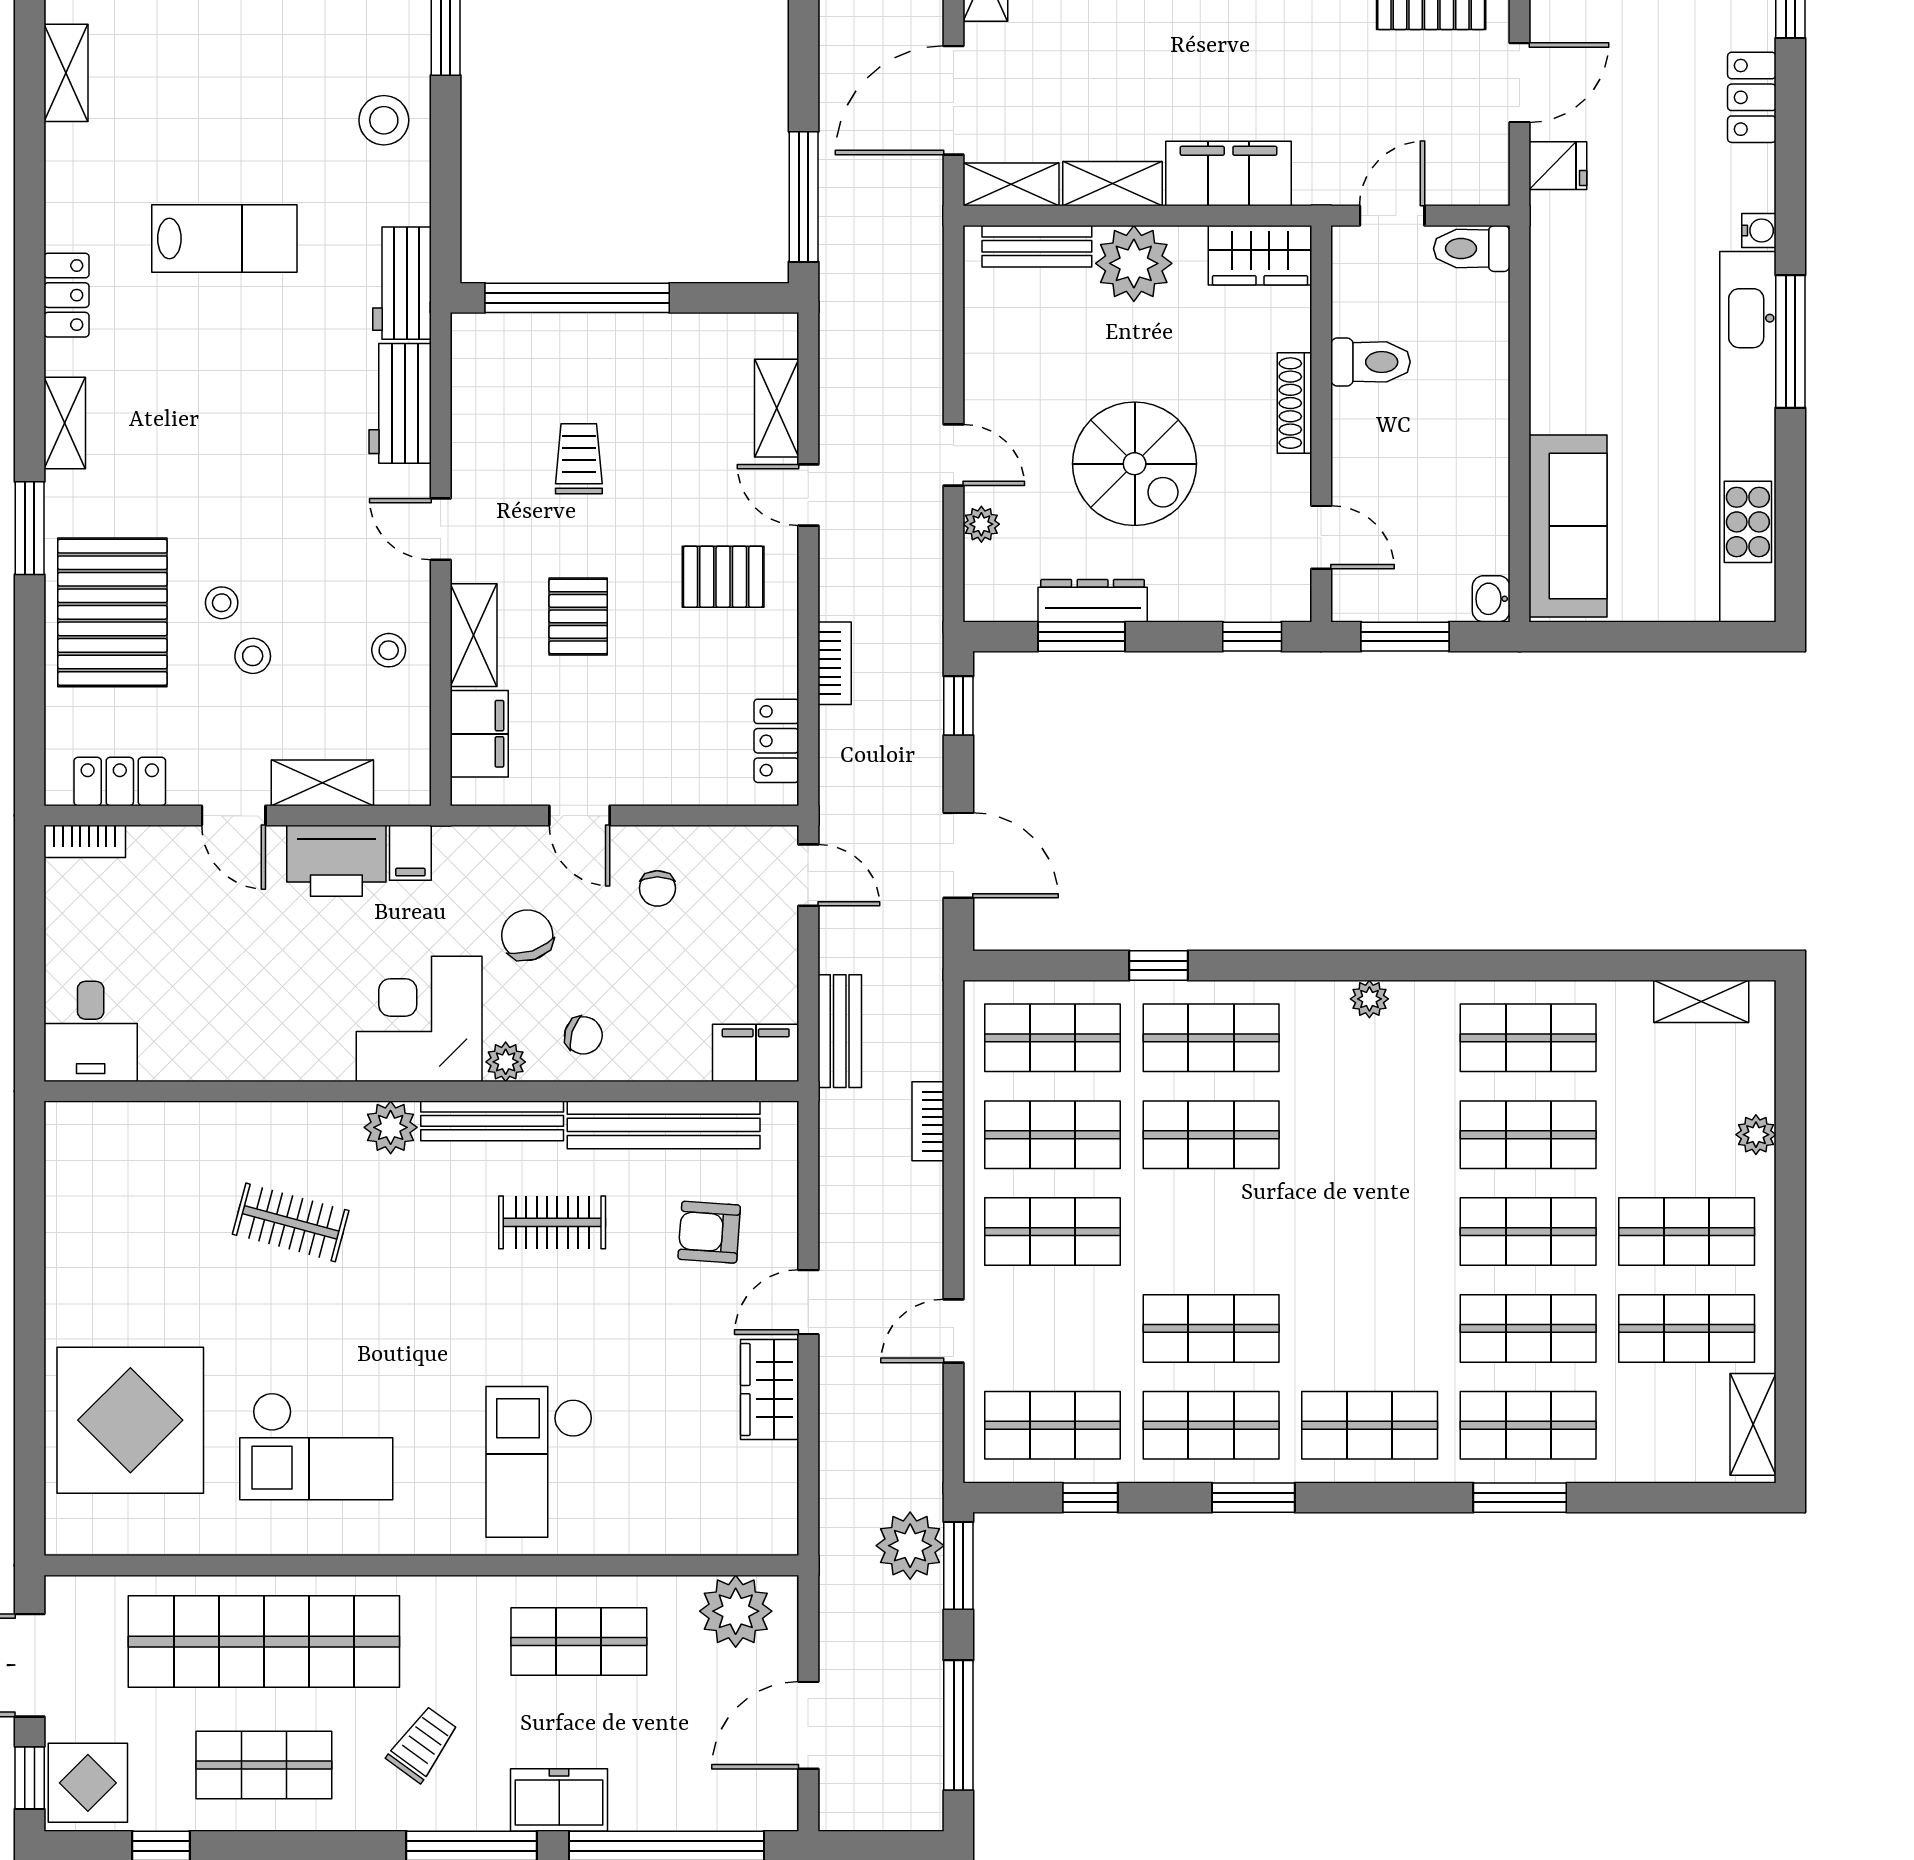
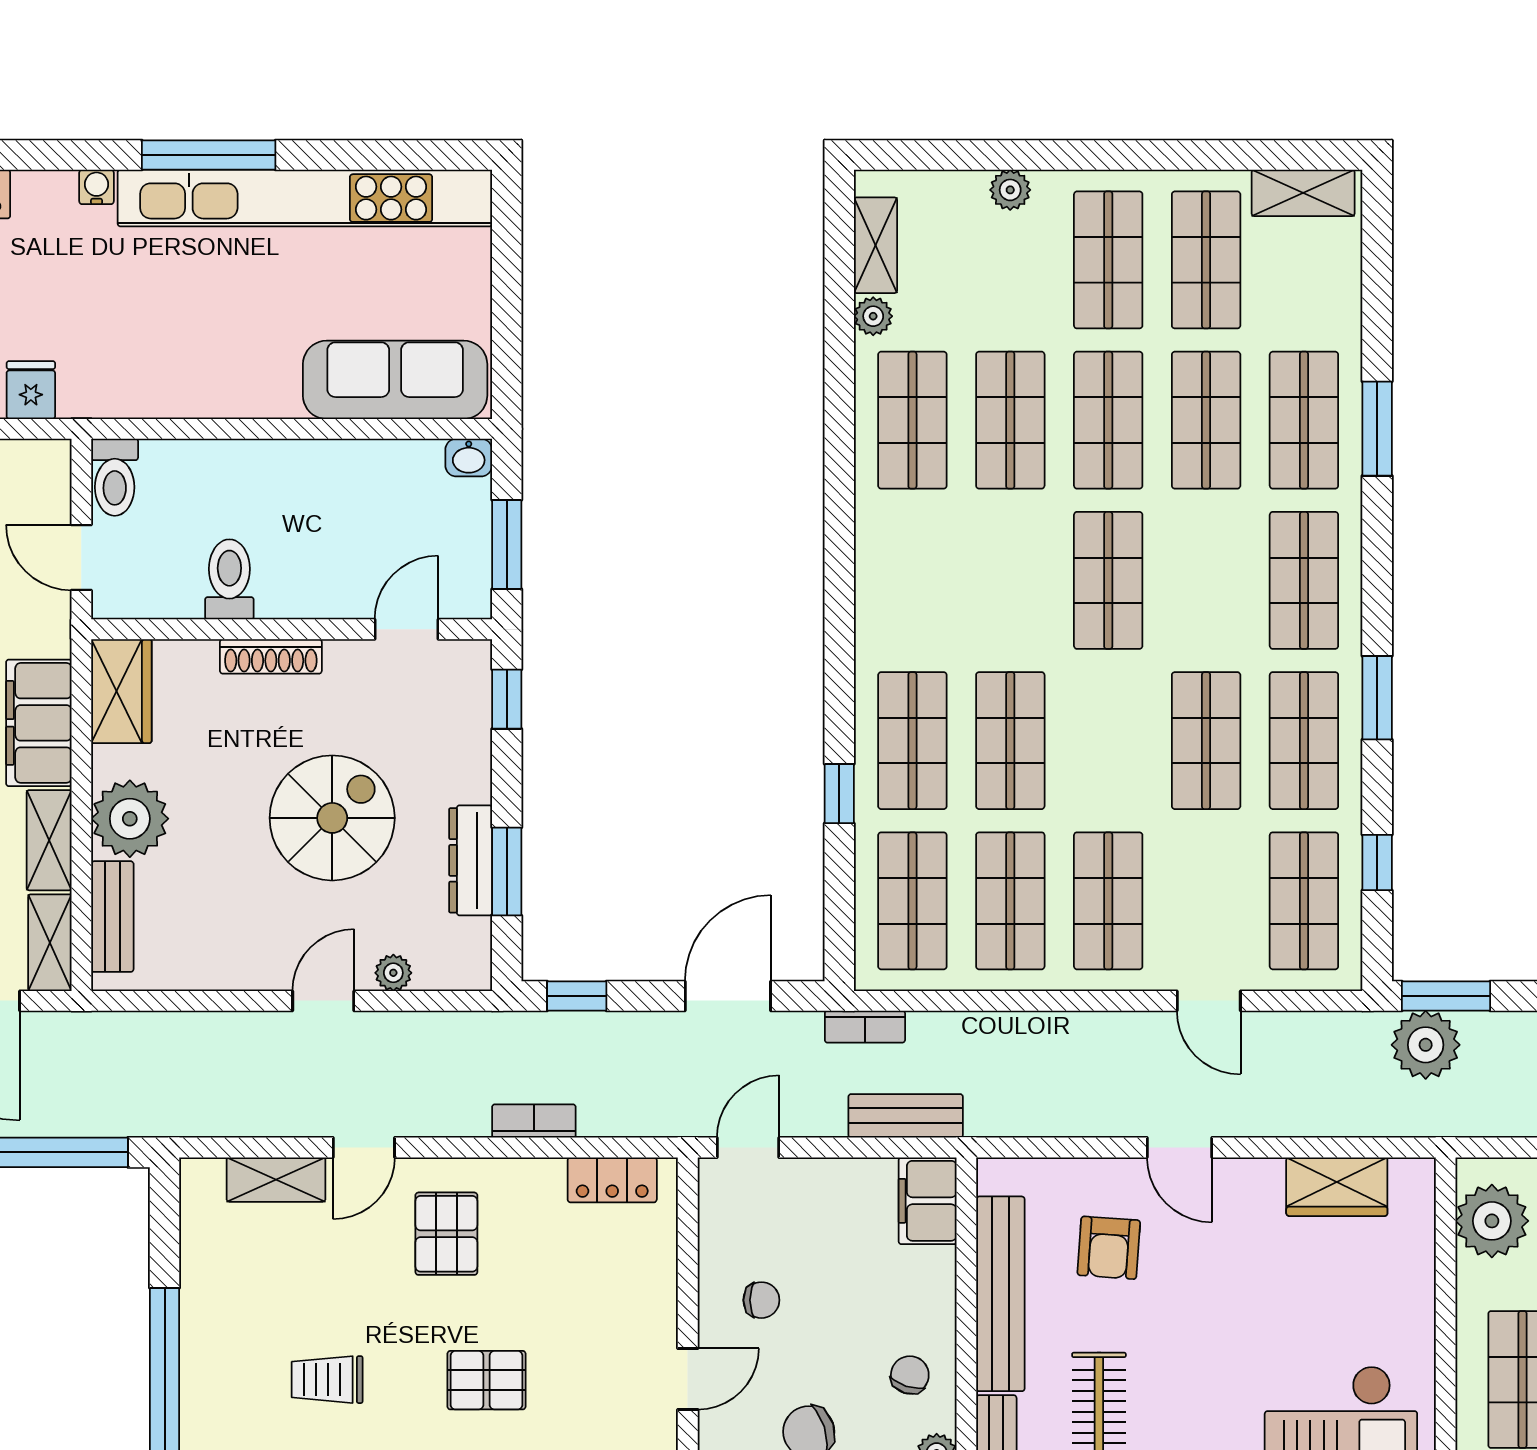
plant: (1369, 999) -> (873, 316), moved
bookcase: (928, 1121) -> (865, 1027), moved
shop shelf: (1370, 1232) -> (1108, 580), added
wardrobe: (770, 1390) -> (1337, 1187), moved

